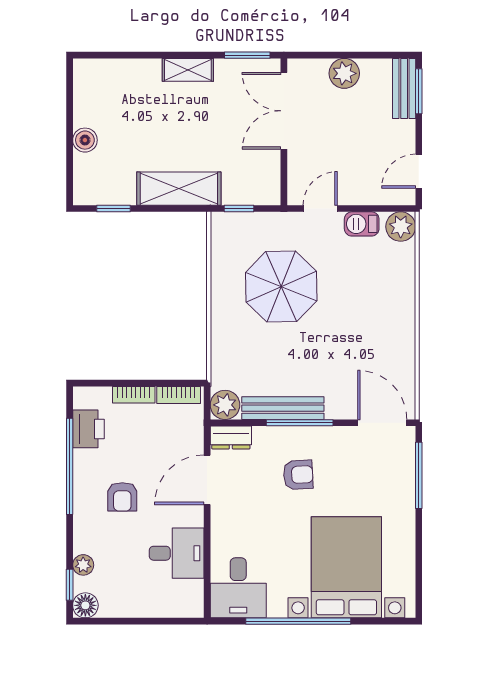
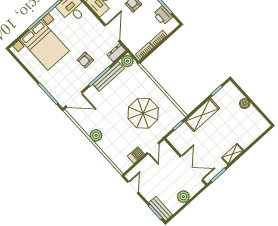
plant: (401, 227) -> (96, 135), moved

